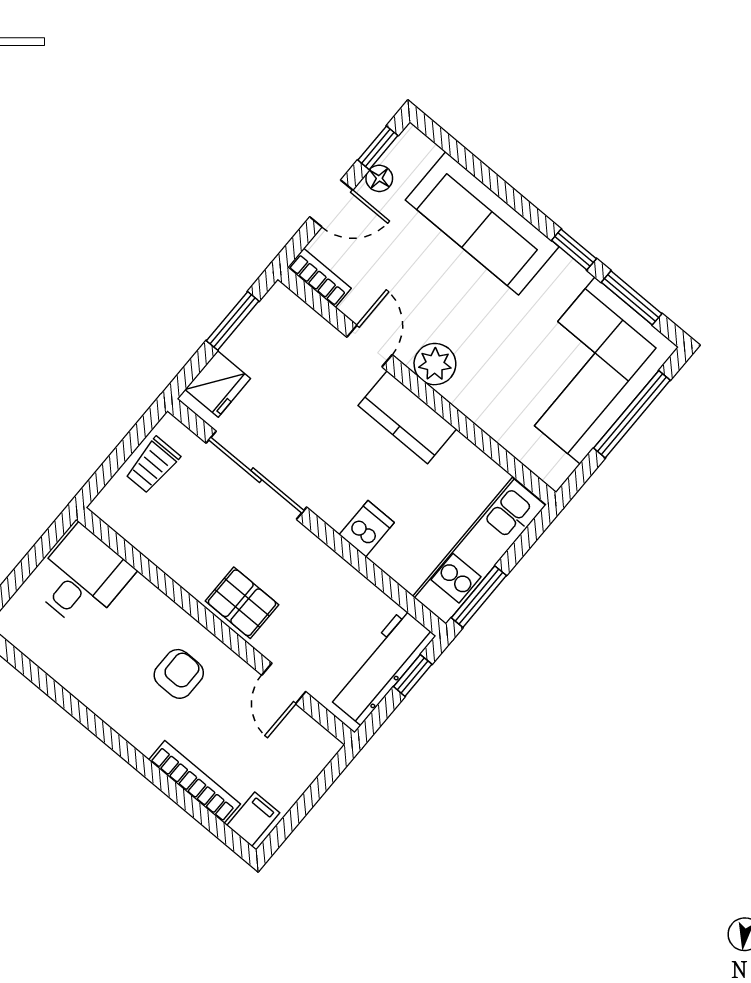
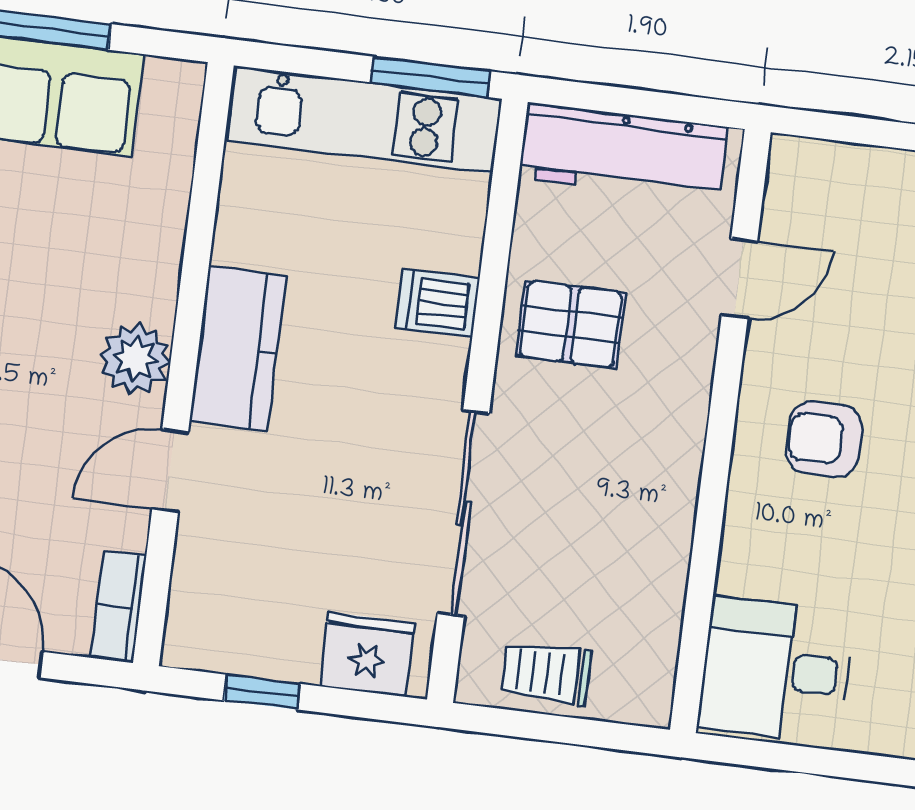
window: (233, 321) -> (262, 692), width x0.67
trolley: (153, 465) -> (546, 673), turned 180
pallet: (242, 603) -> (571, 324), moved, turned 90
window: (413, 675) -> (607, 99), removed

